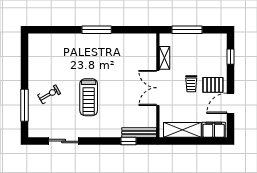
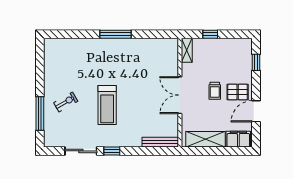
window: (187, 30) -> (210, 34), width x0.46
shelving: (165, 58) -> (187, 50), moved
window: (128, 141) -> (112, 151), moved

